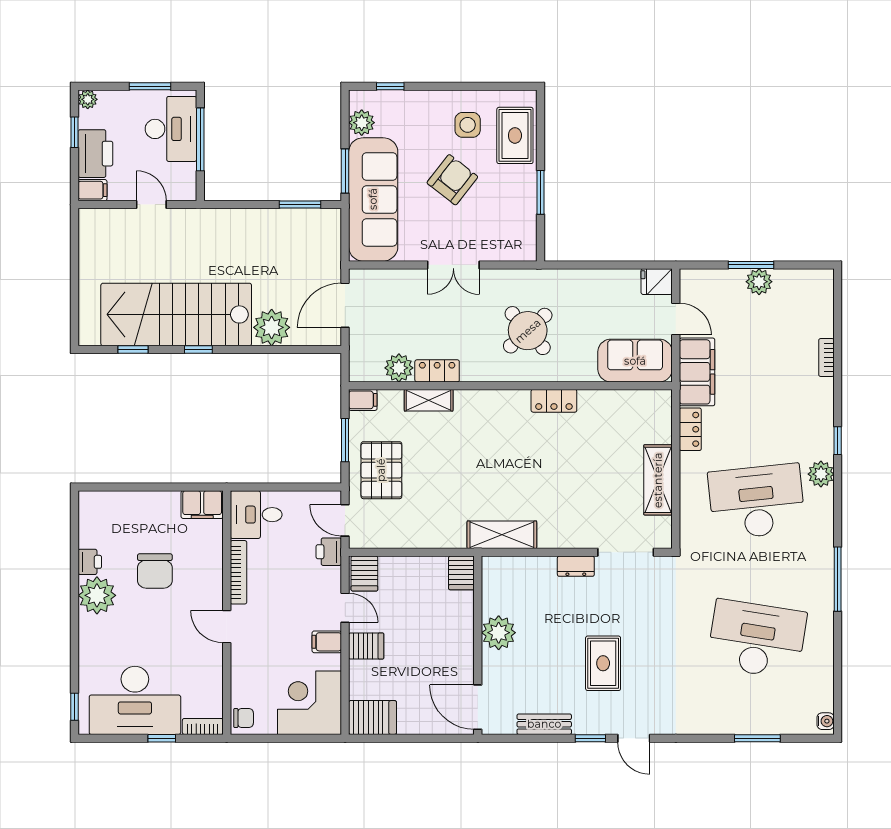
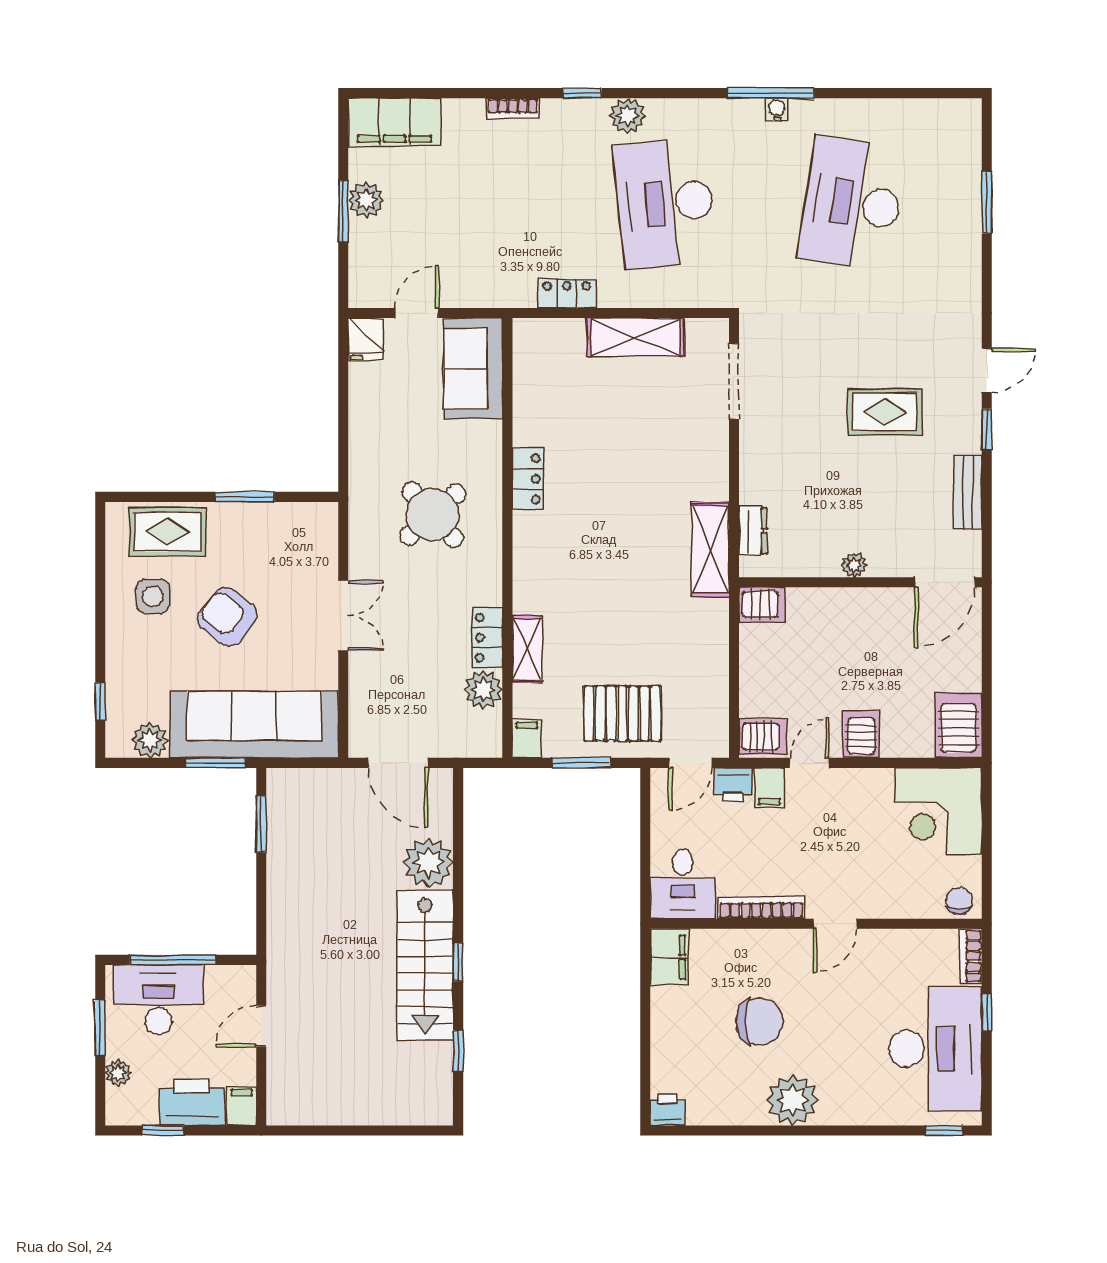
plant: (88, 99) -> (118, 1073), moved
stairs: (176, 314) -> (425, 965), width x0.73, depth x0.66
bookcase: (826, 357) -> (513, 108), moved
filing cabinet: (697, 372) -> (394, 122), moved, turned 180
printer: (90, 562) -> (668, 1110), moved
dresser: (576, 566) -> (753, 531), moved
plant: (499, 633) -> (854, 565), width x0.53, depth x0.53
filing cabinet: (327, 642) -> (770, 788), moved
water cooler: (826, 721) -> (777, 109), moved

